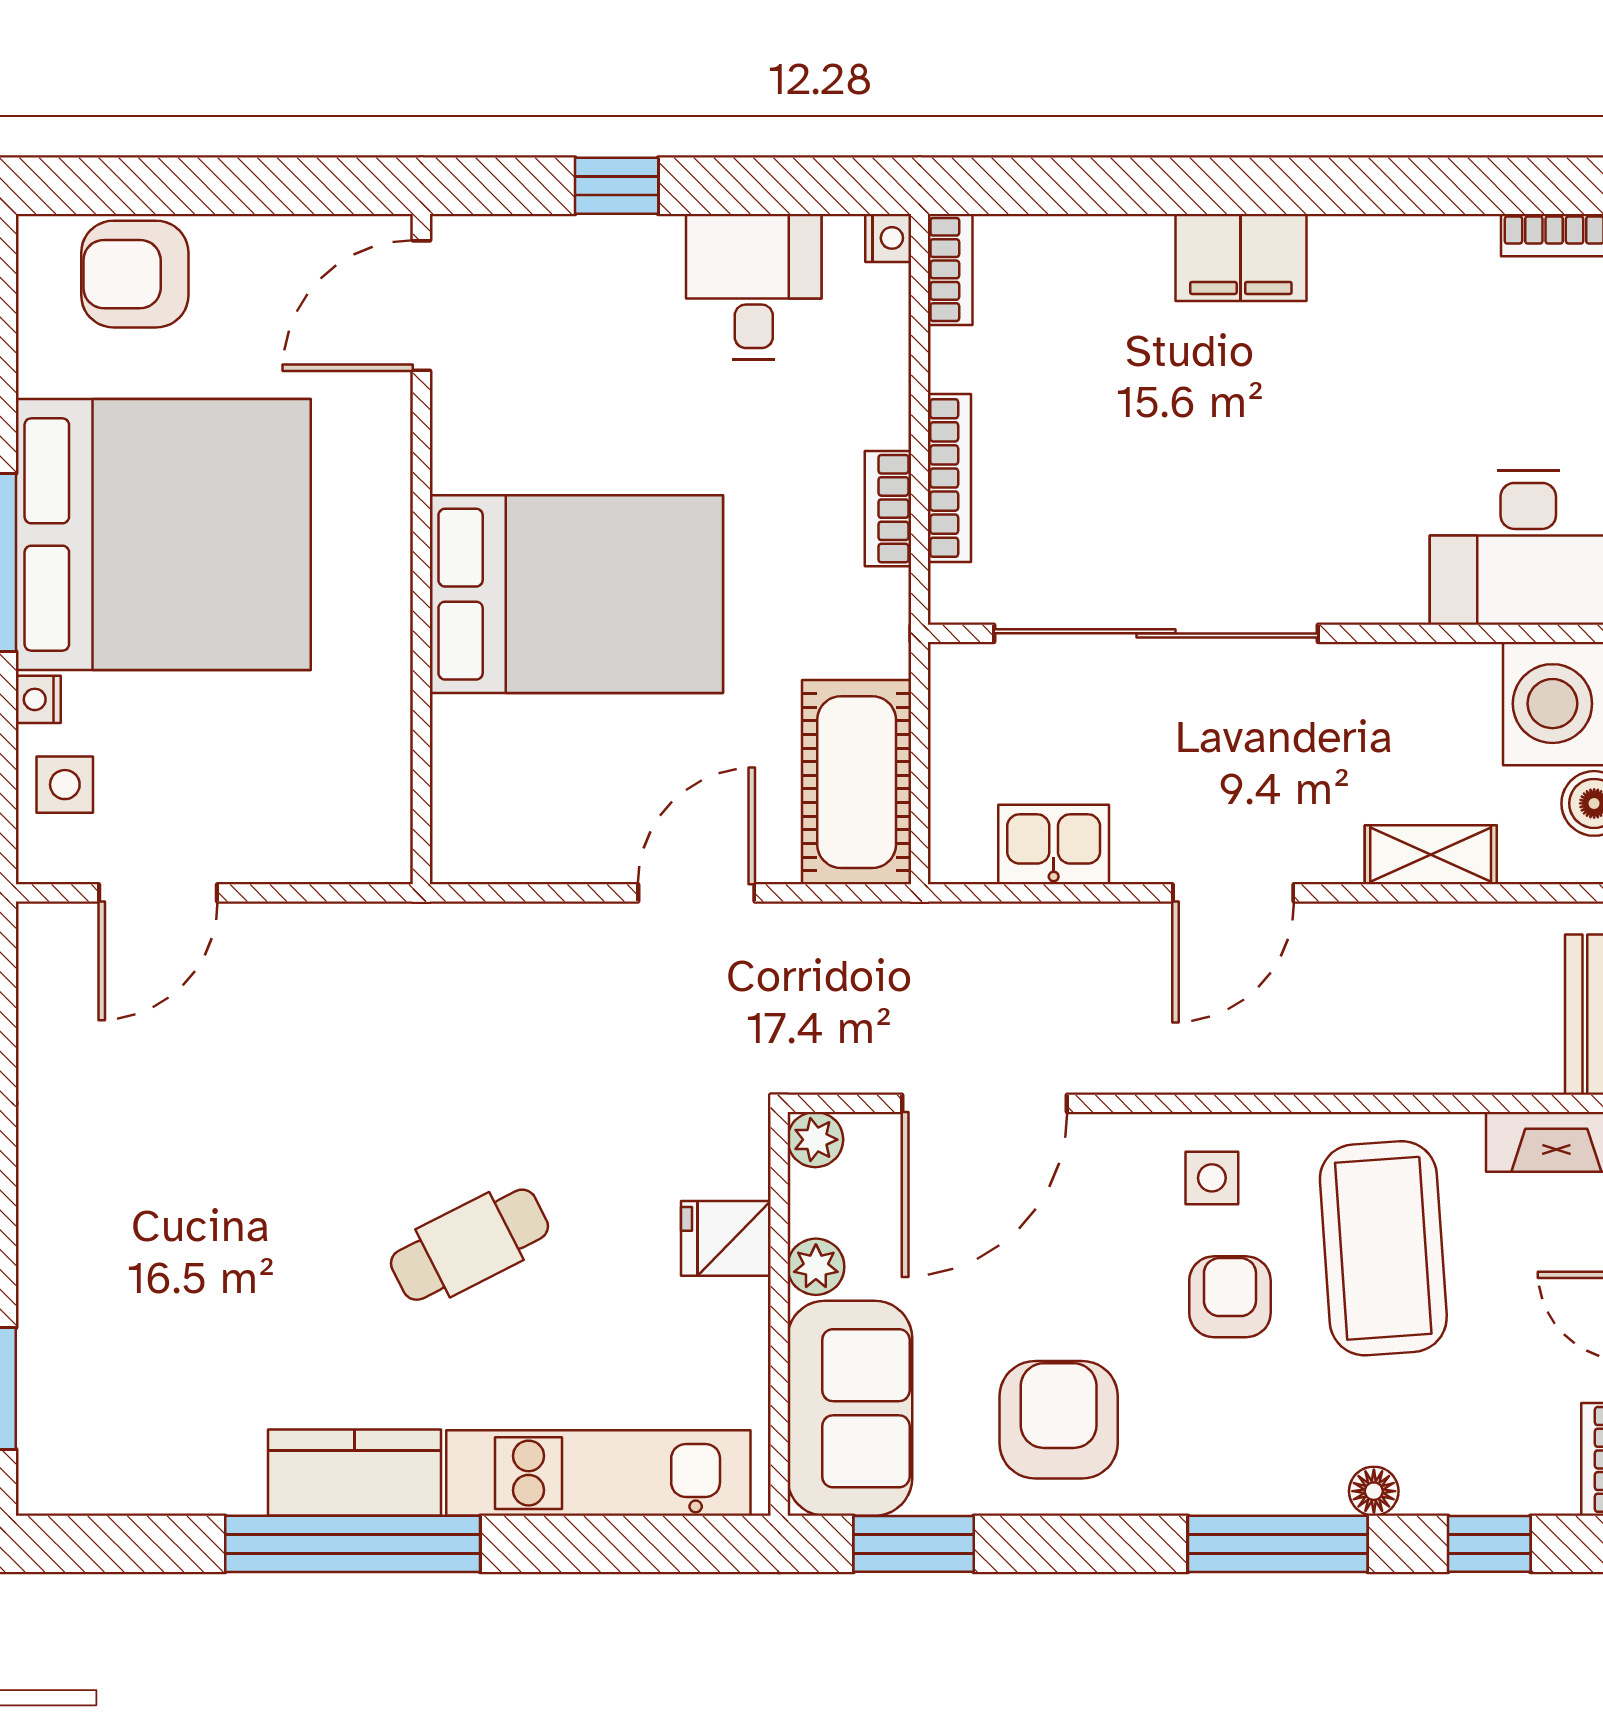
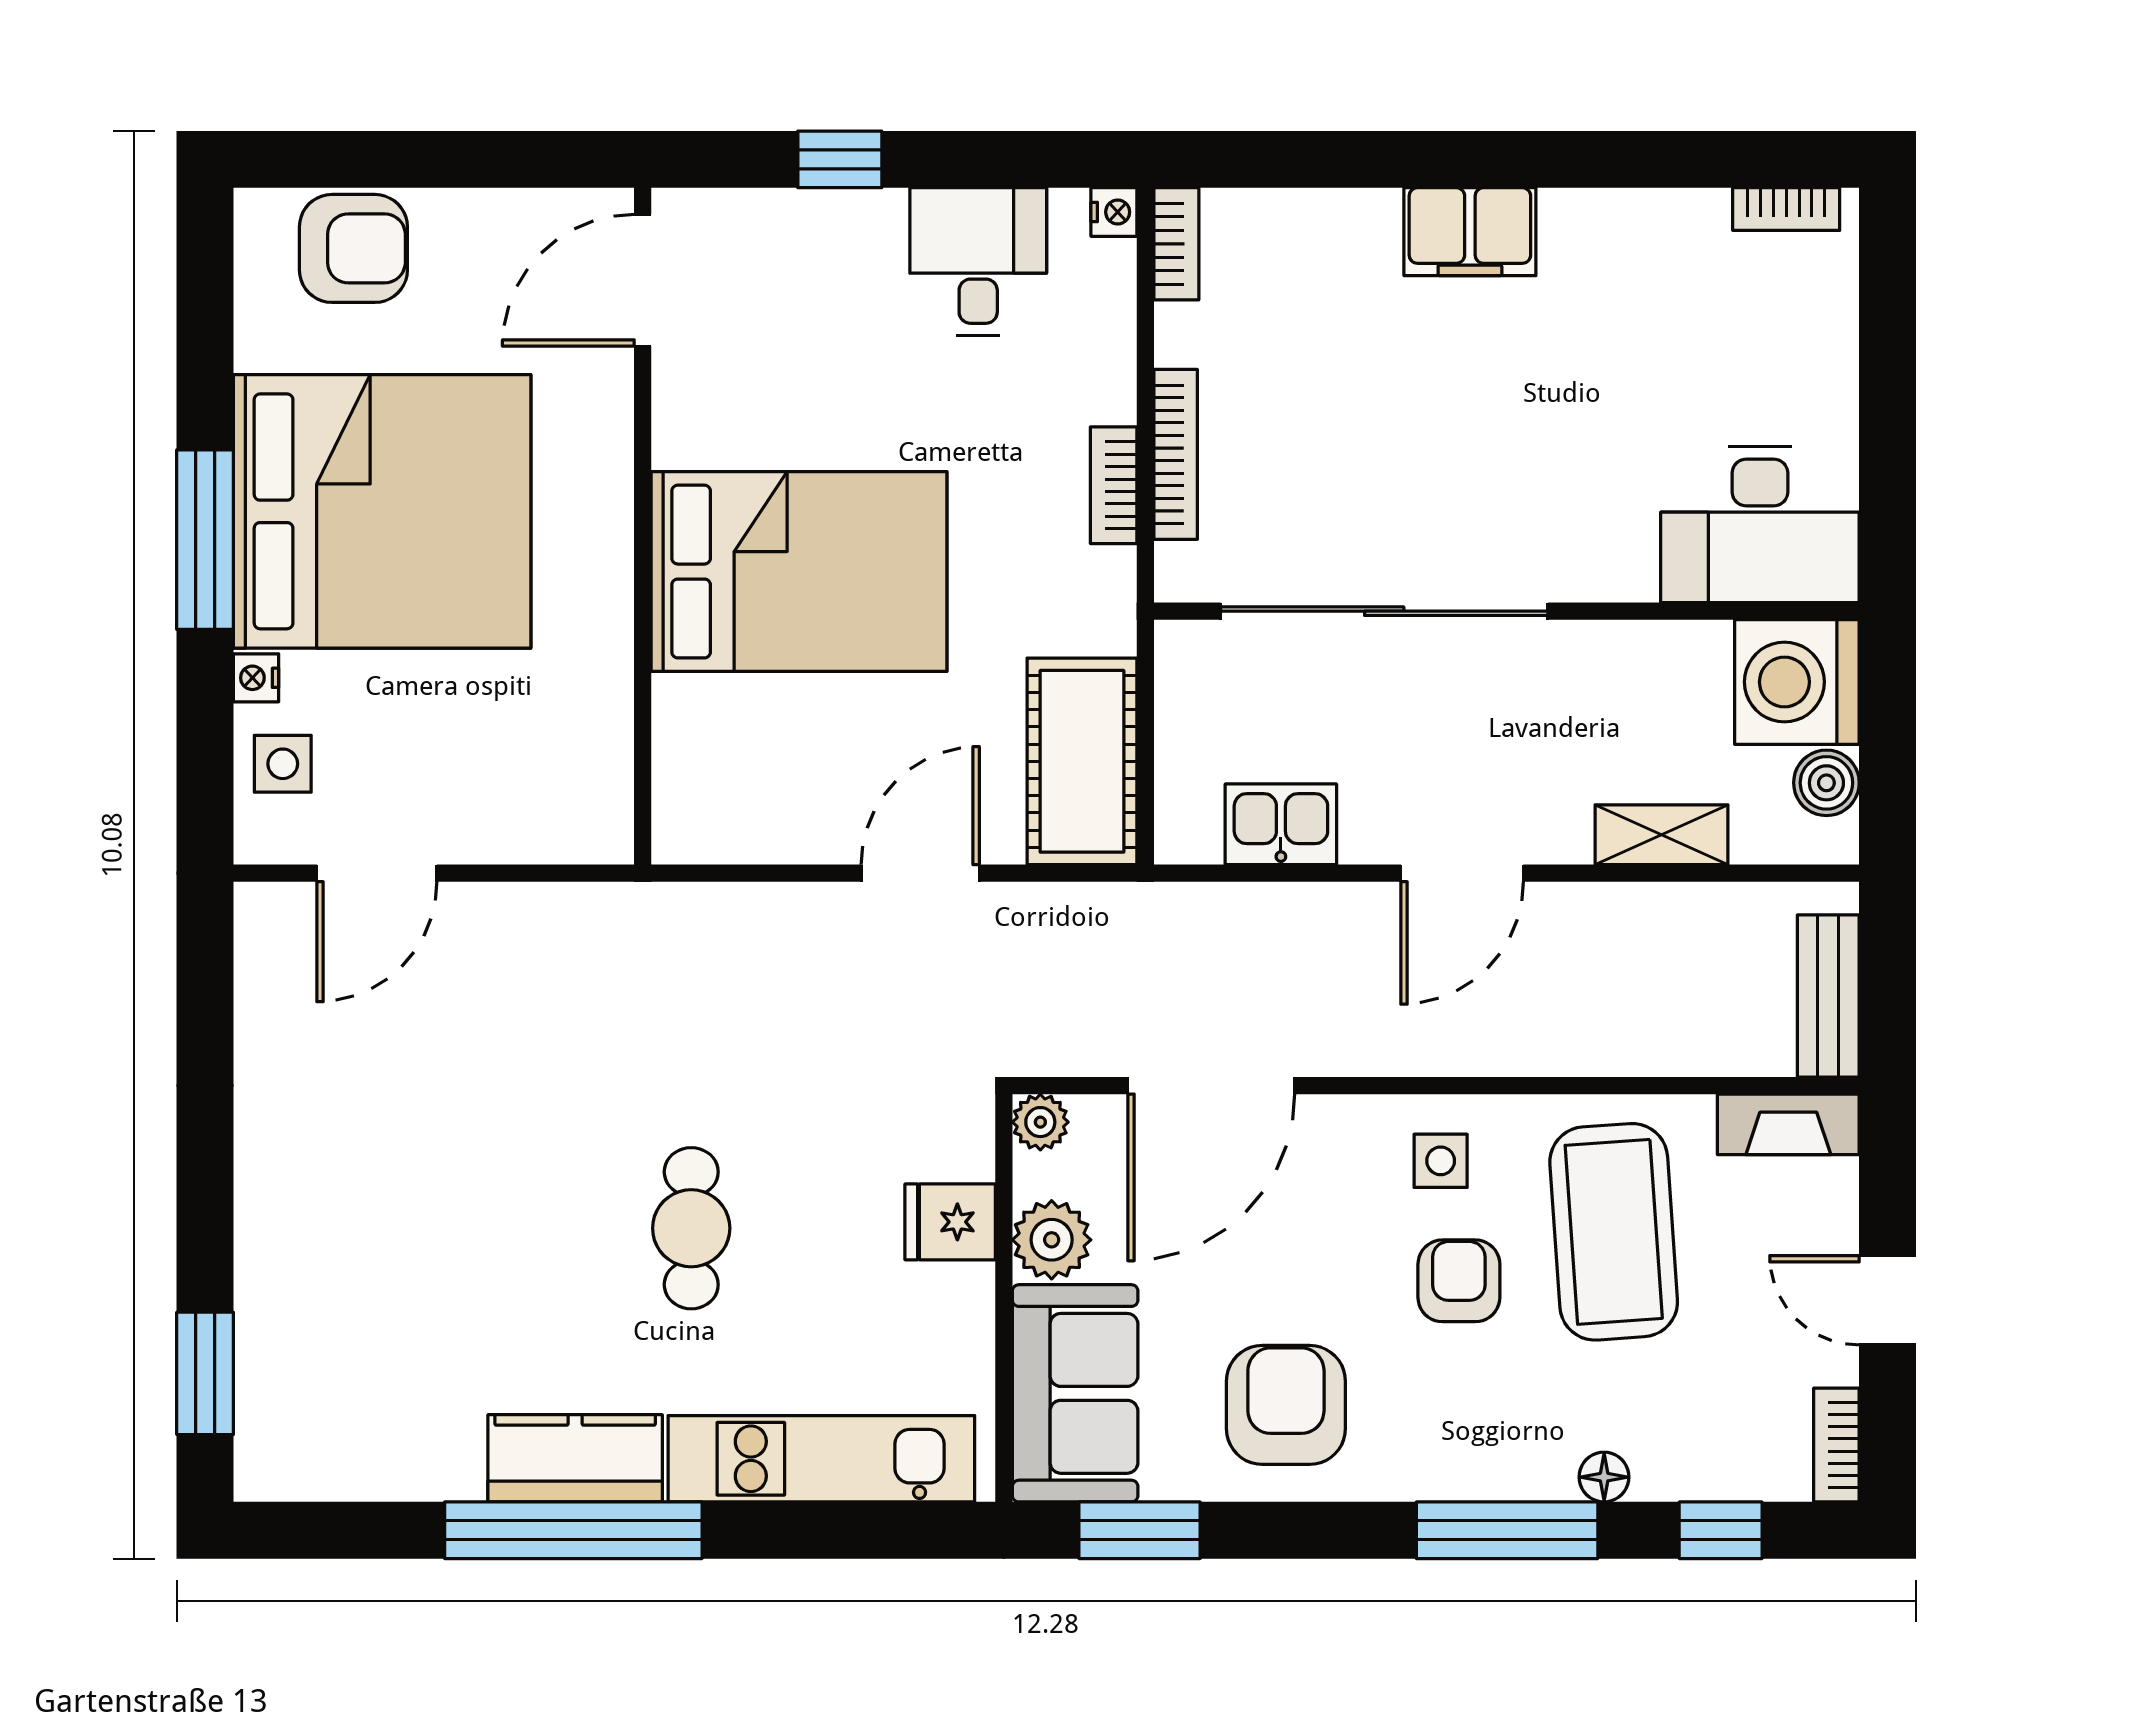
armchair: (135, 274) -> (353, 248), turned 180
cafe table: (469, 1245) -> (691, 1228), turned -63
plant: (816, 1267) -> (1052, 1240), width x1.38, depth x1.38

